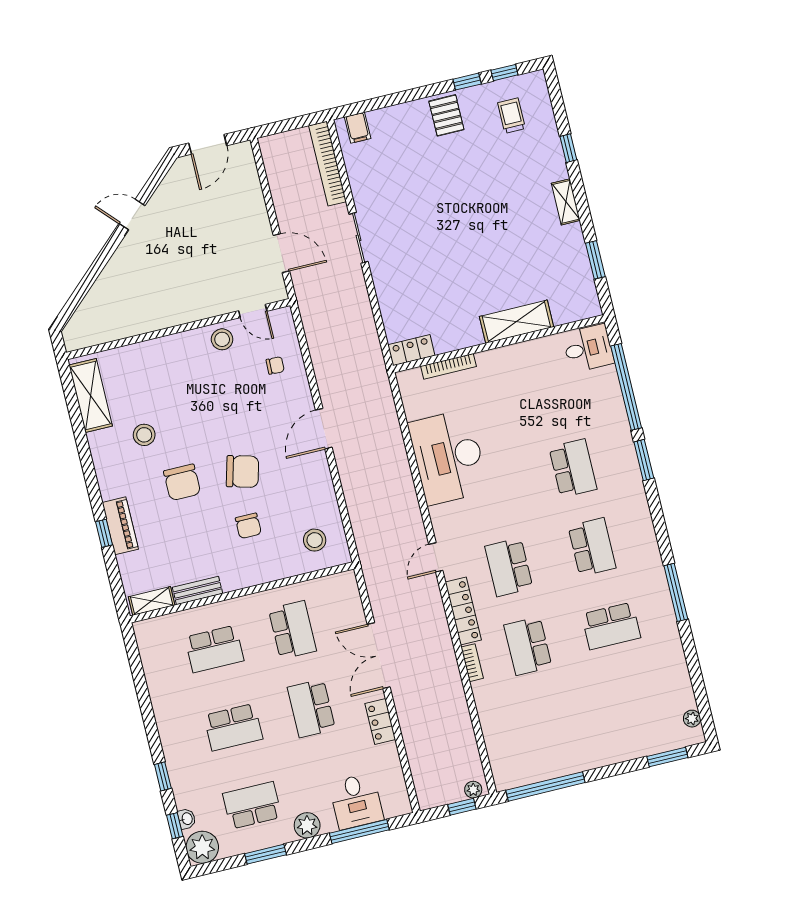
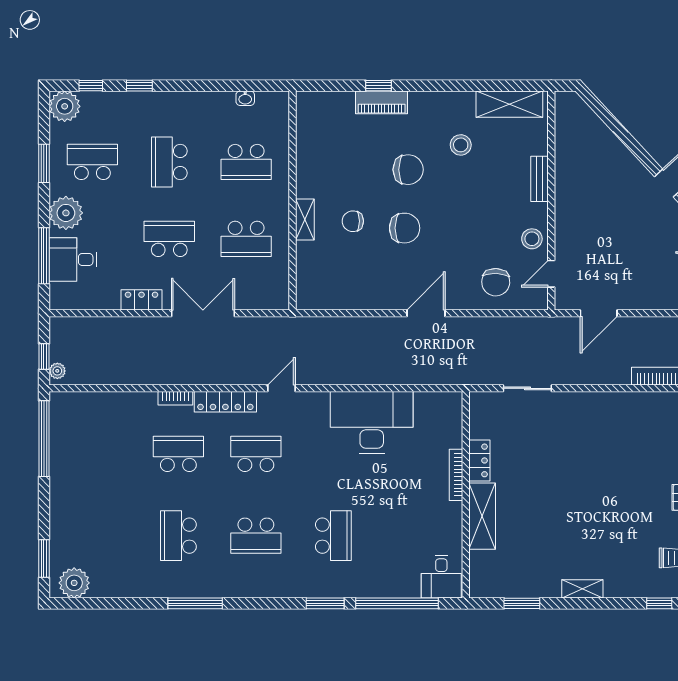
window: (568, 148) -> (659, 603), moved
sliding door: (359, 238) -> (527, 388), moved
locker: (411, 350) -> (479, 460), moved
chair: (275, 365) -> (496, 282), width x1.87, depth x1.87
bookcase: (449, 366) -> (456, 475), moved
door: (324, 429) -> (426, 313), hinge flipped
school desk: (573, 468) -> (333, 536), turned -90
chair: (243, 472) -> (405, 228), turned -105
chair: (182, 482) -> (408, 170), turned 180
stool: (315, 540) -> (325, 280), removed
door: (436, 557) -> (281, 388), hinge flipped
bench: (197, 590) -> (540, 179), moved
shelving: (152, 601) -> (305, 219), moved
school desk: (214, 649) -> (246, 162), turned -90
plant: (692, 719) -> (74, 583), width x1.88, depth x1.88
school desk: (252, 805) -> (92, 162), turned -90
washbasin: (187, 819) -> (245, 98), moved
plant: (307, 825) -> (66, 213), width x1.36, depth x1.36

